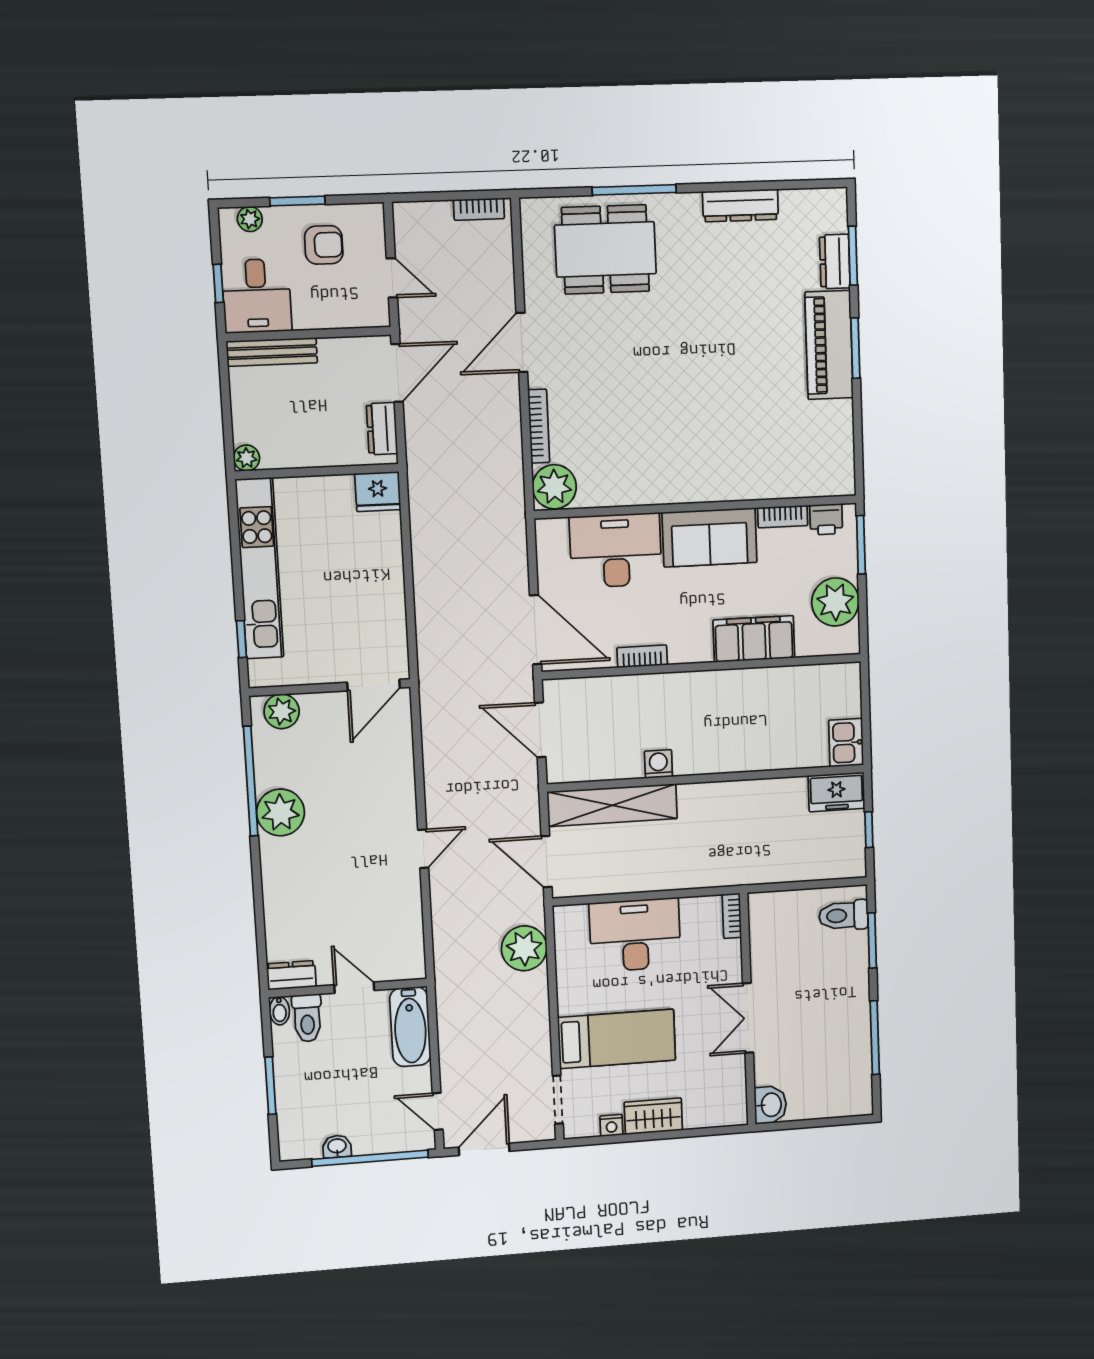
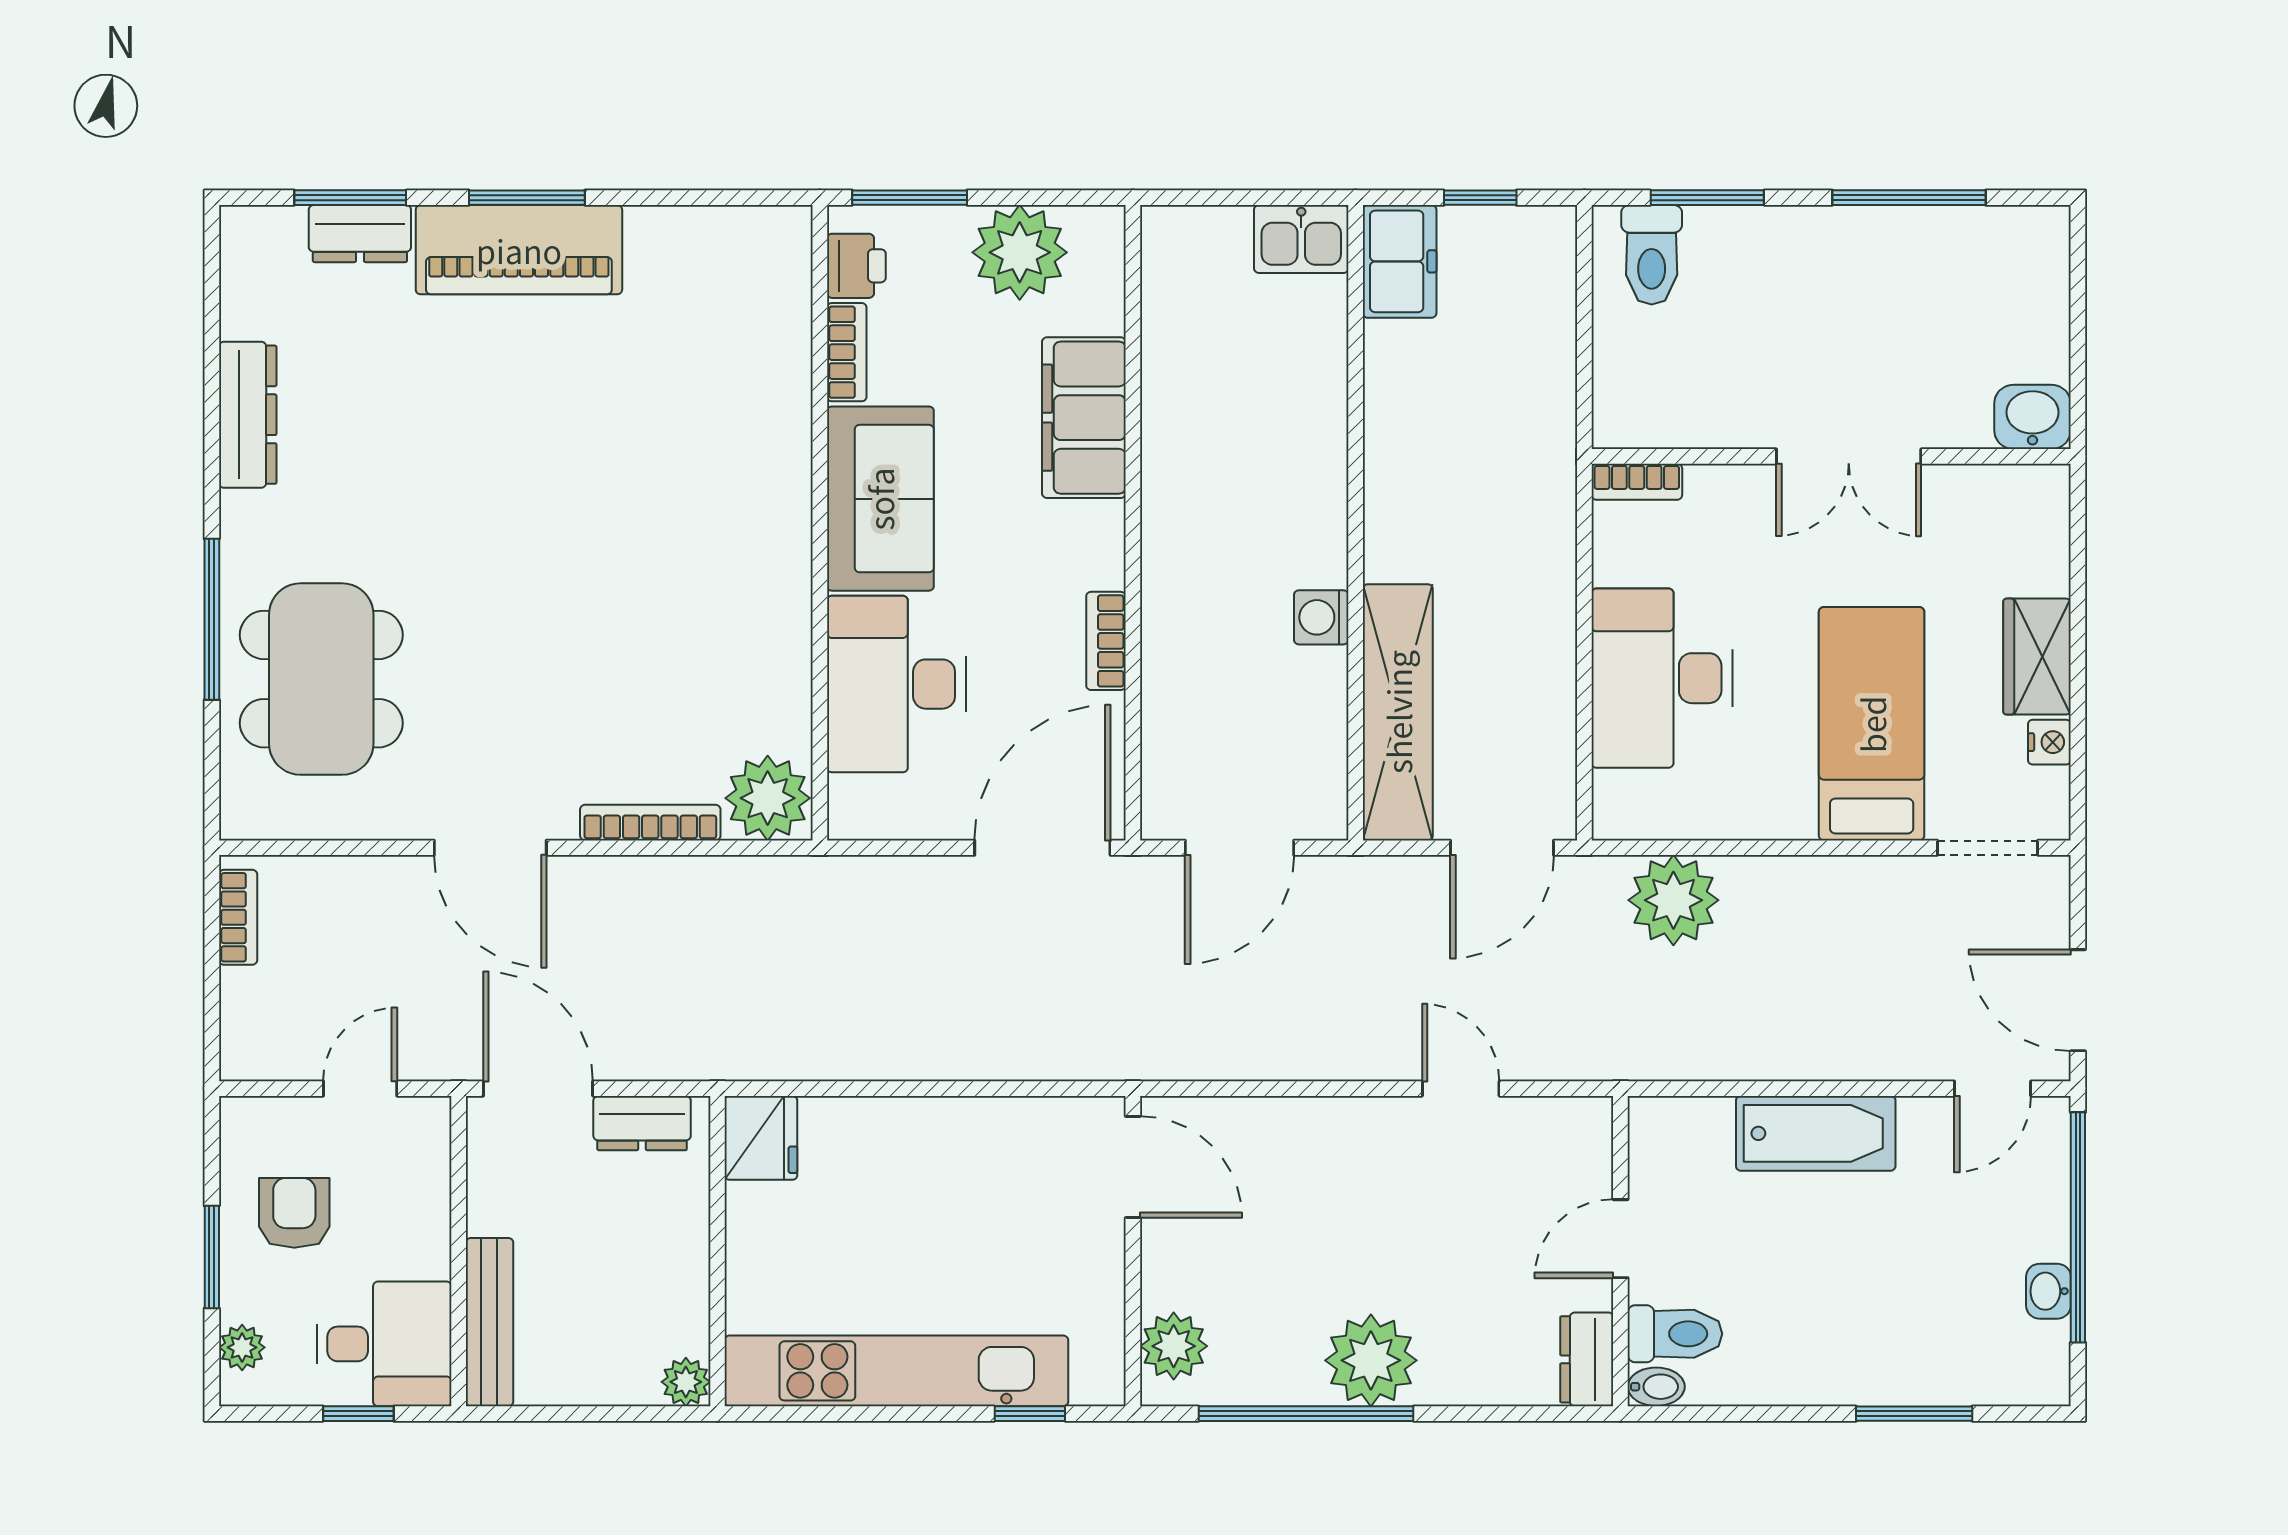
dresser: (291, 975) -> (1587, 1359), moved
wall: (348, 988) -> (1620, 1251), moved
door: (354, 988) -> (1620, 1239), moved
bidet: (279, 1011) -> (1656, 1387), moved
toilet: (307, 1018) -> (1675, 1334), moved

